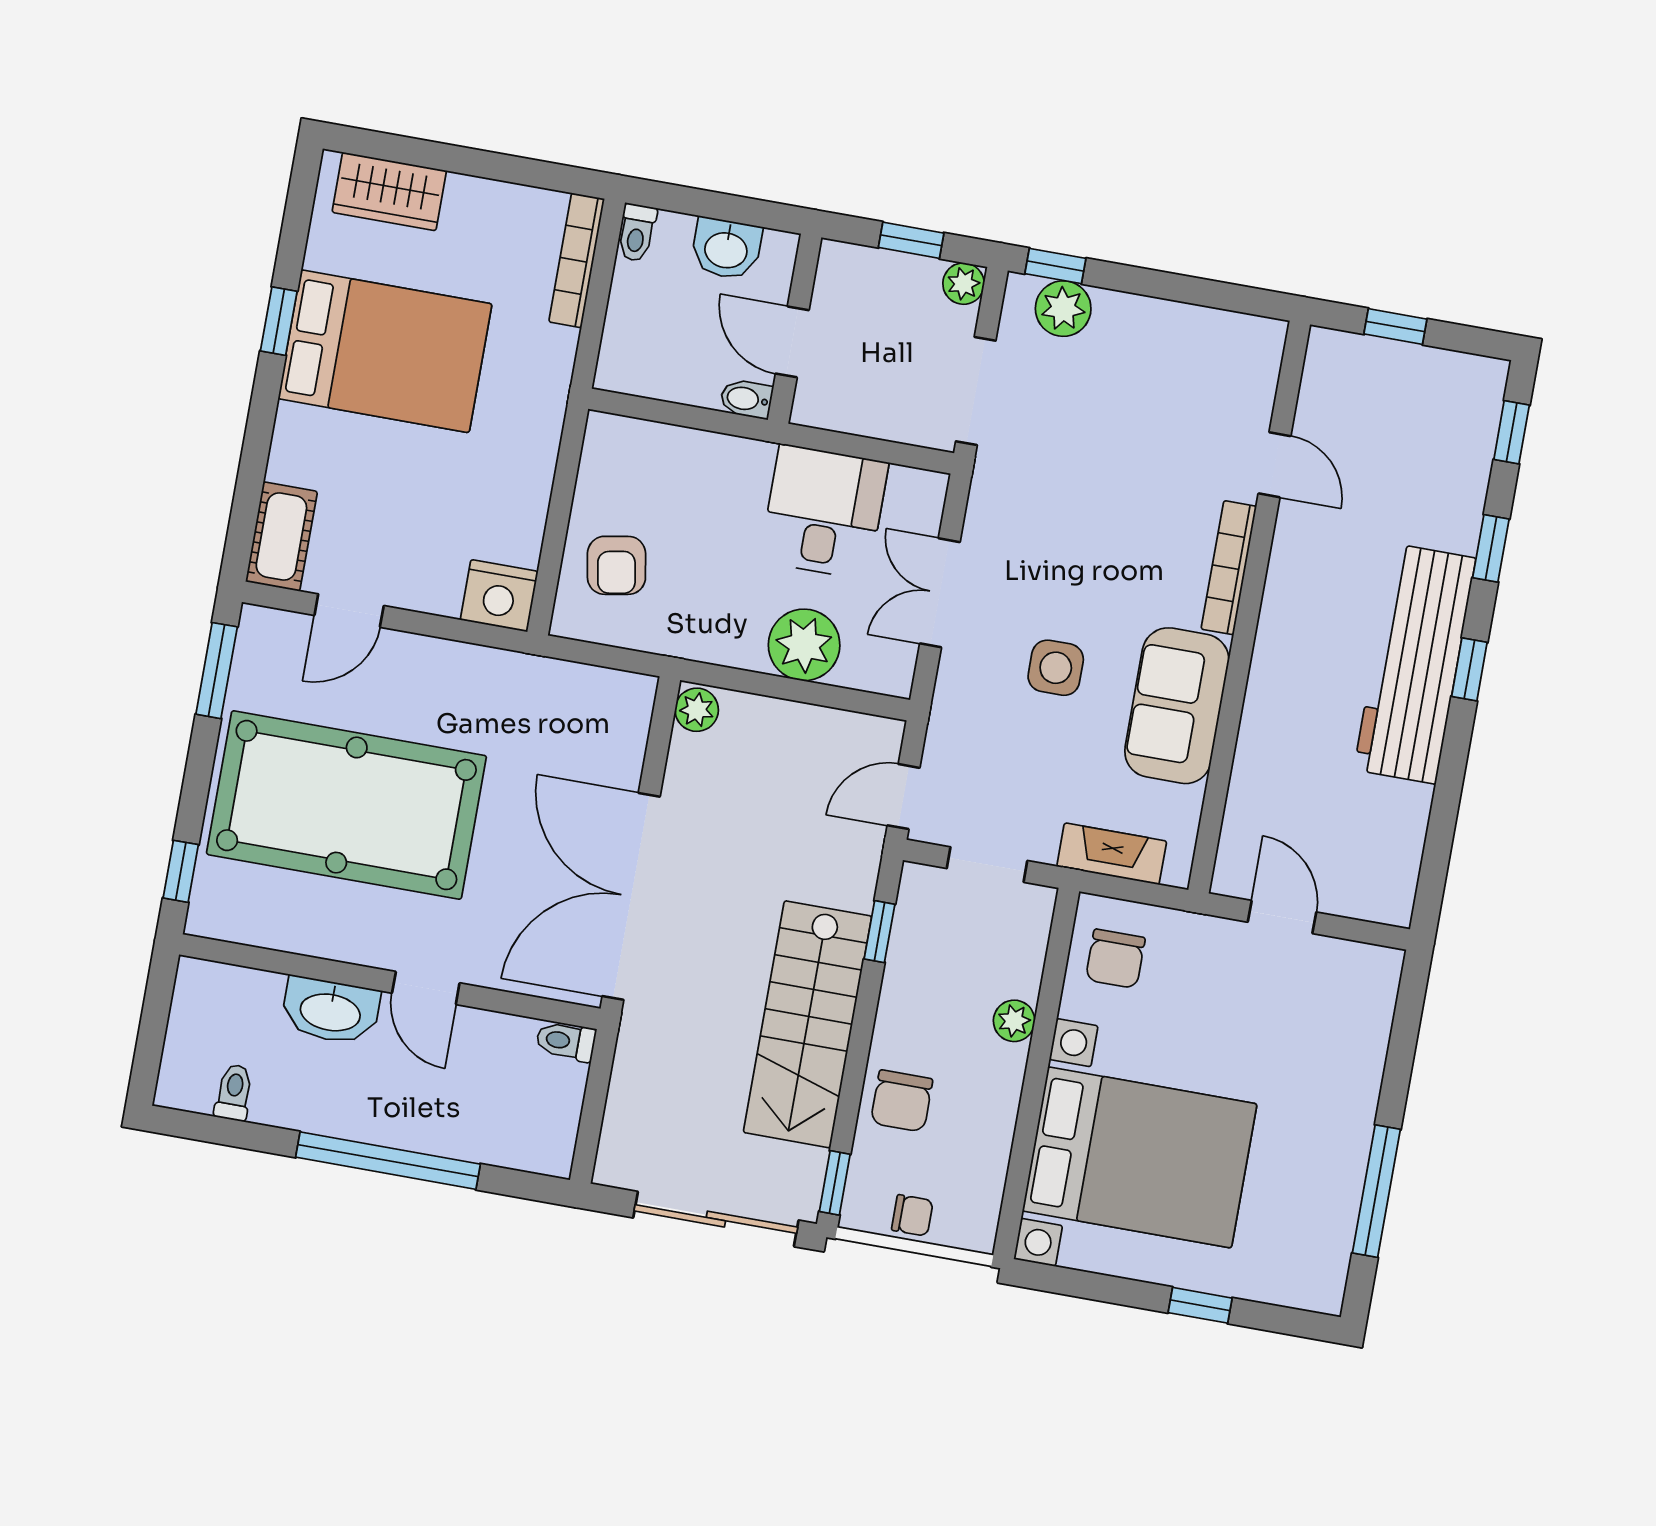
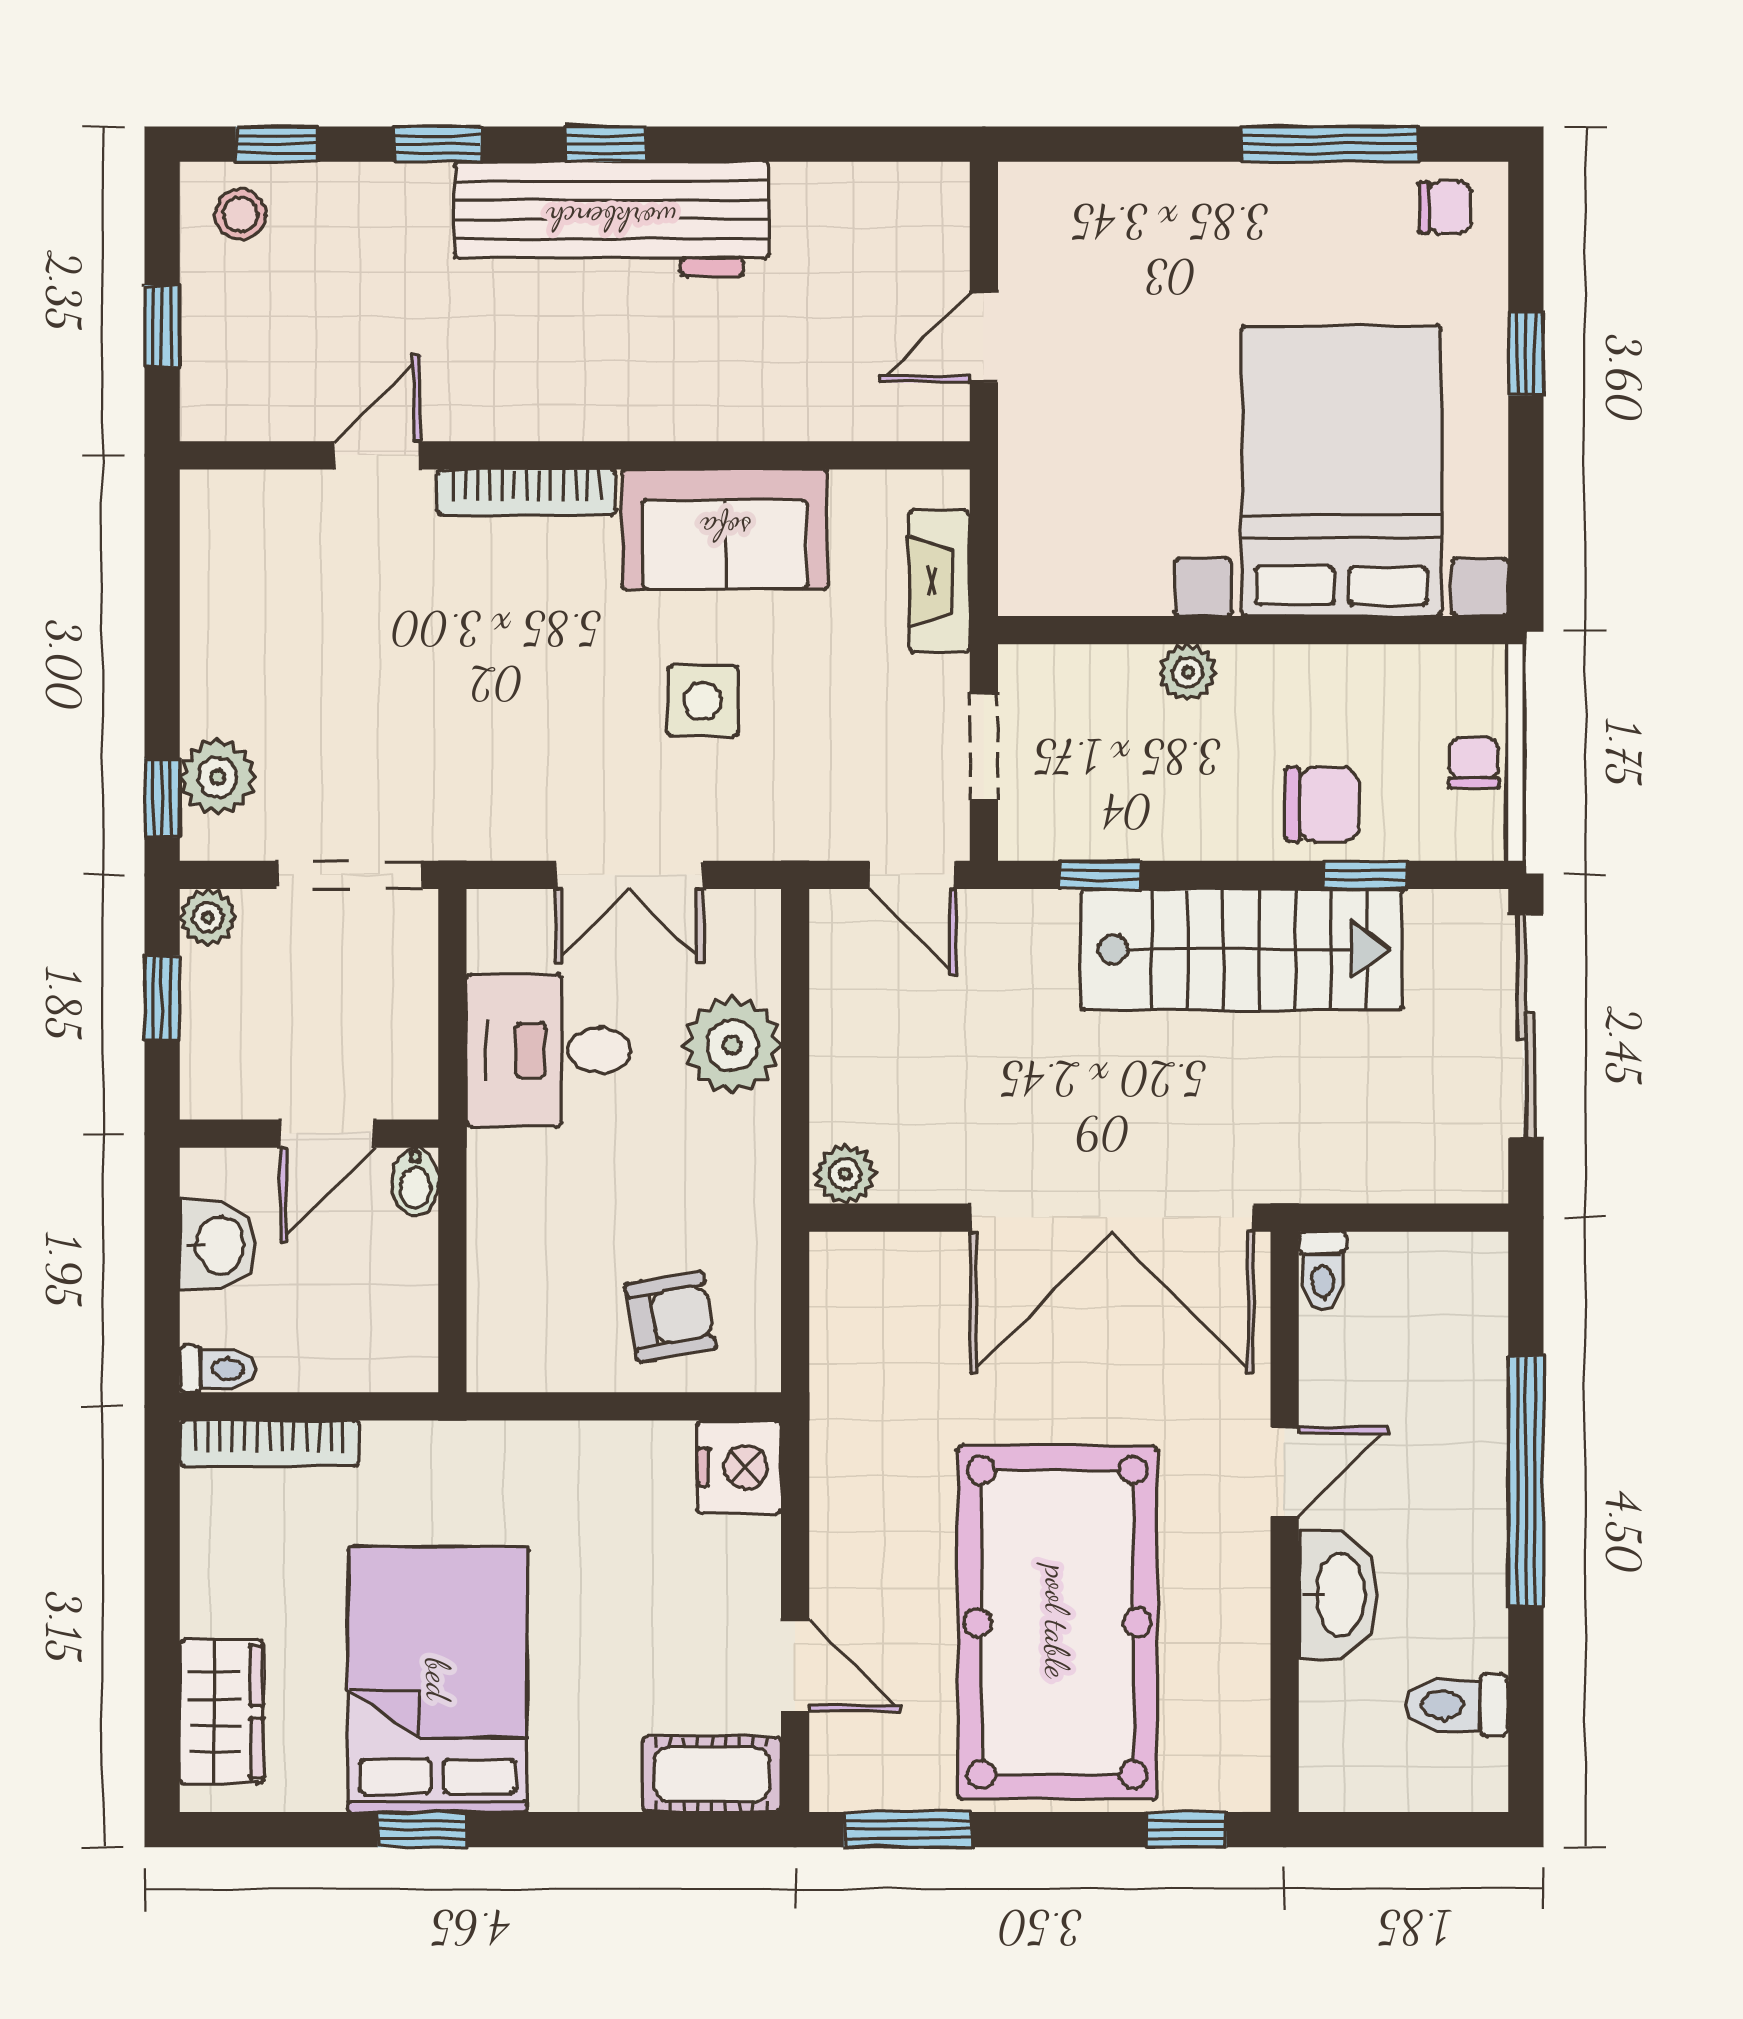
stool: (1466, 397) -> (240, 215), added
chair: (1115, 959) -> (1445, 207), moved, width x0.73, depth x0.73
toilet: (234, 1093) -> (1457, 1705), width x1.37, depth x1.39
window: (835, 1183) -> (1365, 875), moved

